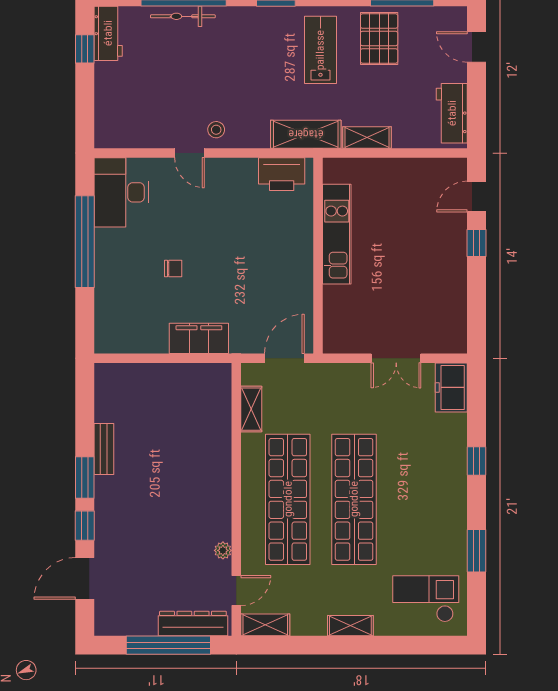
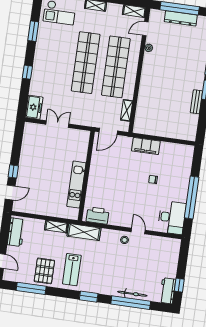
dresser: (193, 623) -> (181, 18), moved

